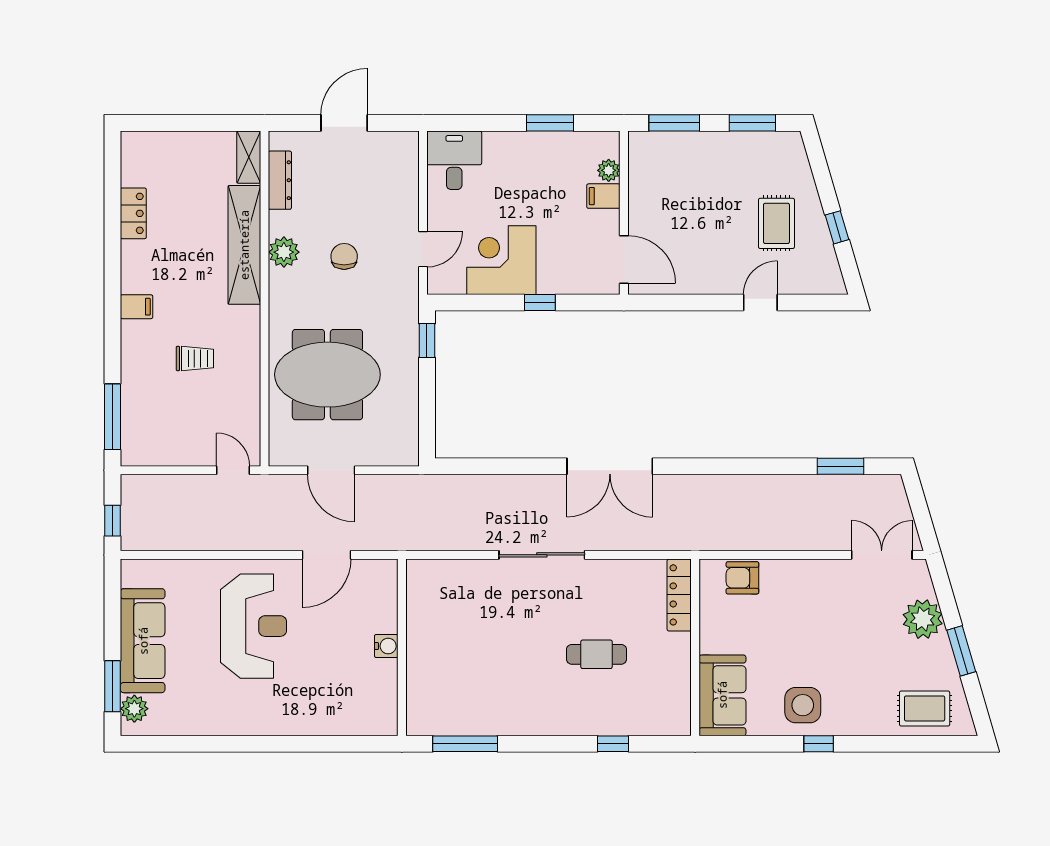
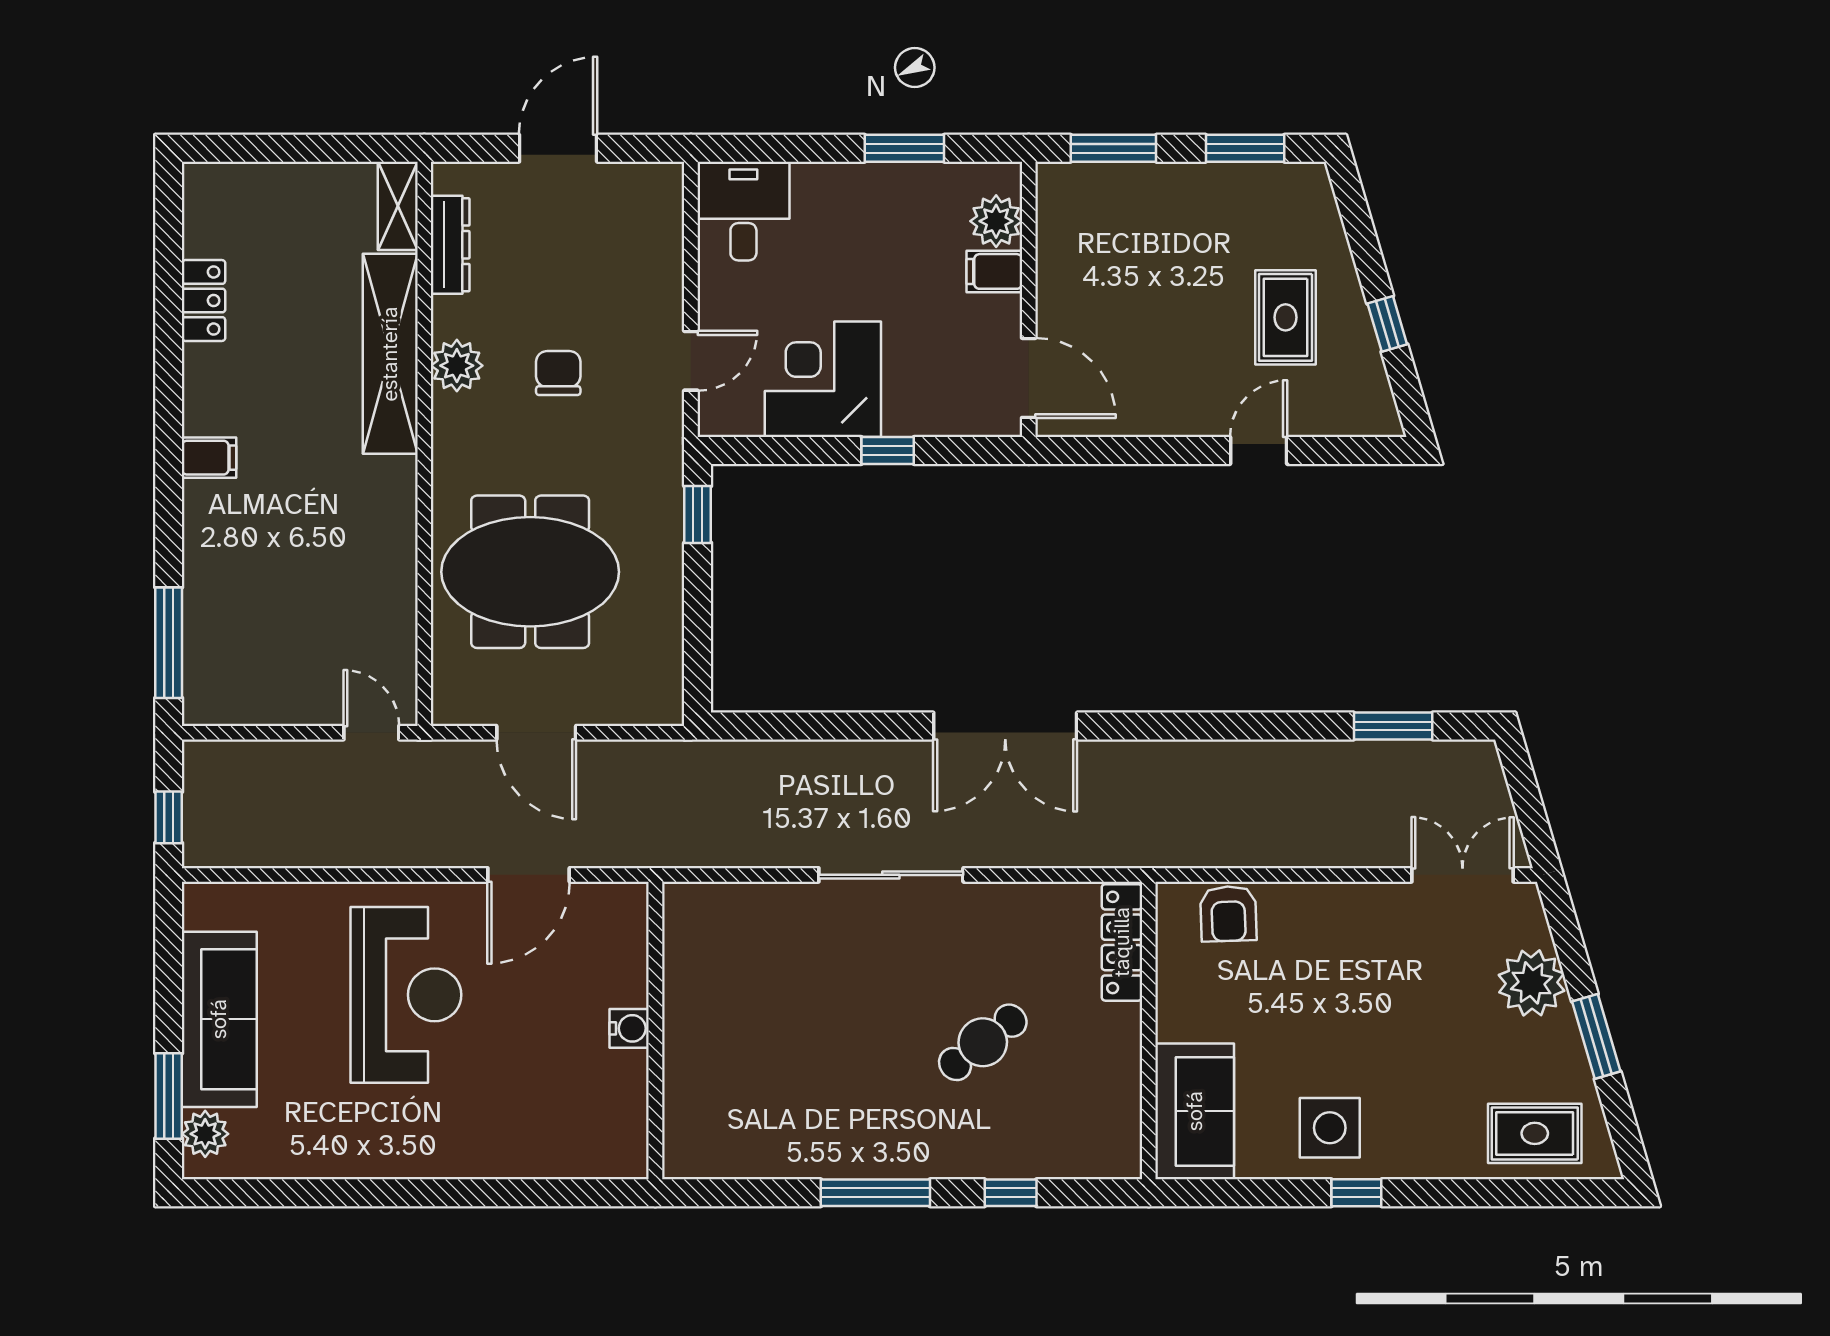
plant: (609, 170) -> (996, 221), width x1.38, depth x1.38
trolley: (195, 358) -> (307, 545), removed
armchair: (742, 578) -> (1228, 914), turned -92
cafe table: (596, 654) -> (983, 1042), turned -38
window: (465, 744) -> (875, 1193), moved

